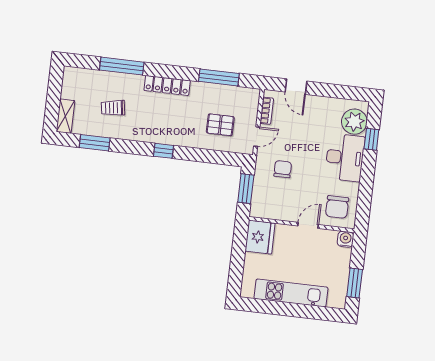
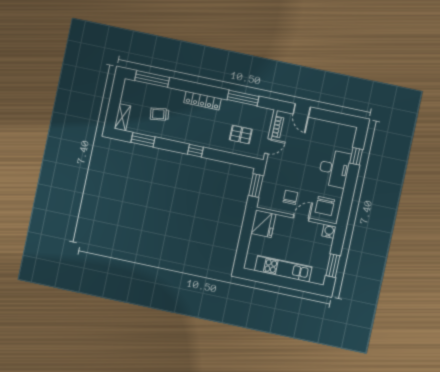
window: (122, 66) -> (152, 79), moved
plant: (354, 122) -> (344, 141), removed
chair: (283, 169) -> (290, 197), moved

